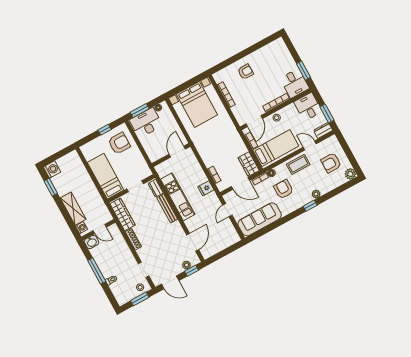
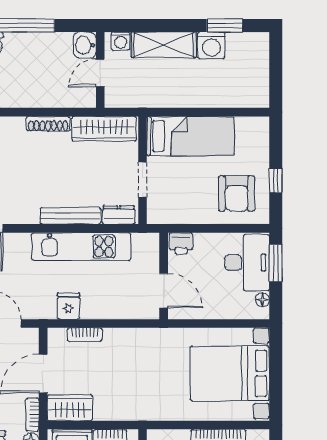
printer: (153, 155) -> (181, 243), added
washing machine: (52, 169) -> (211, 45), moved

